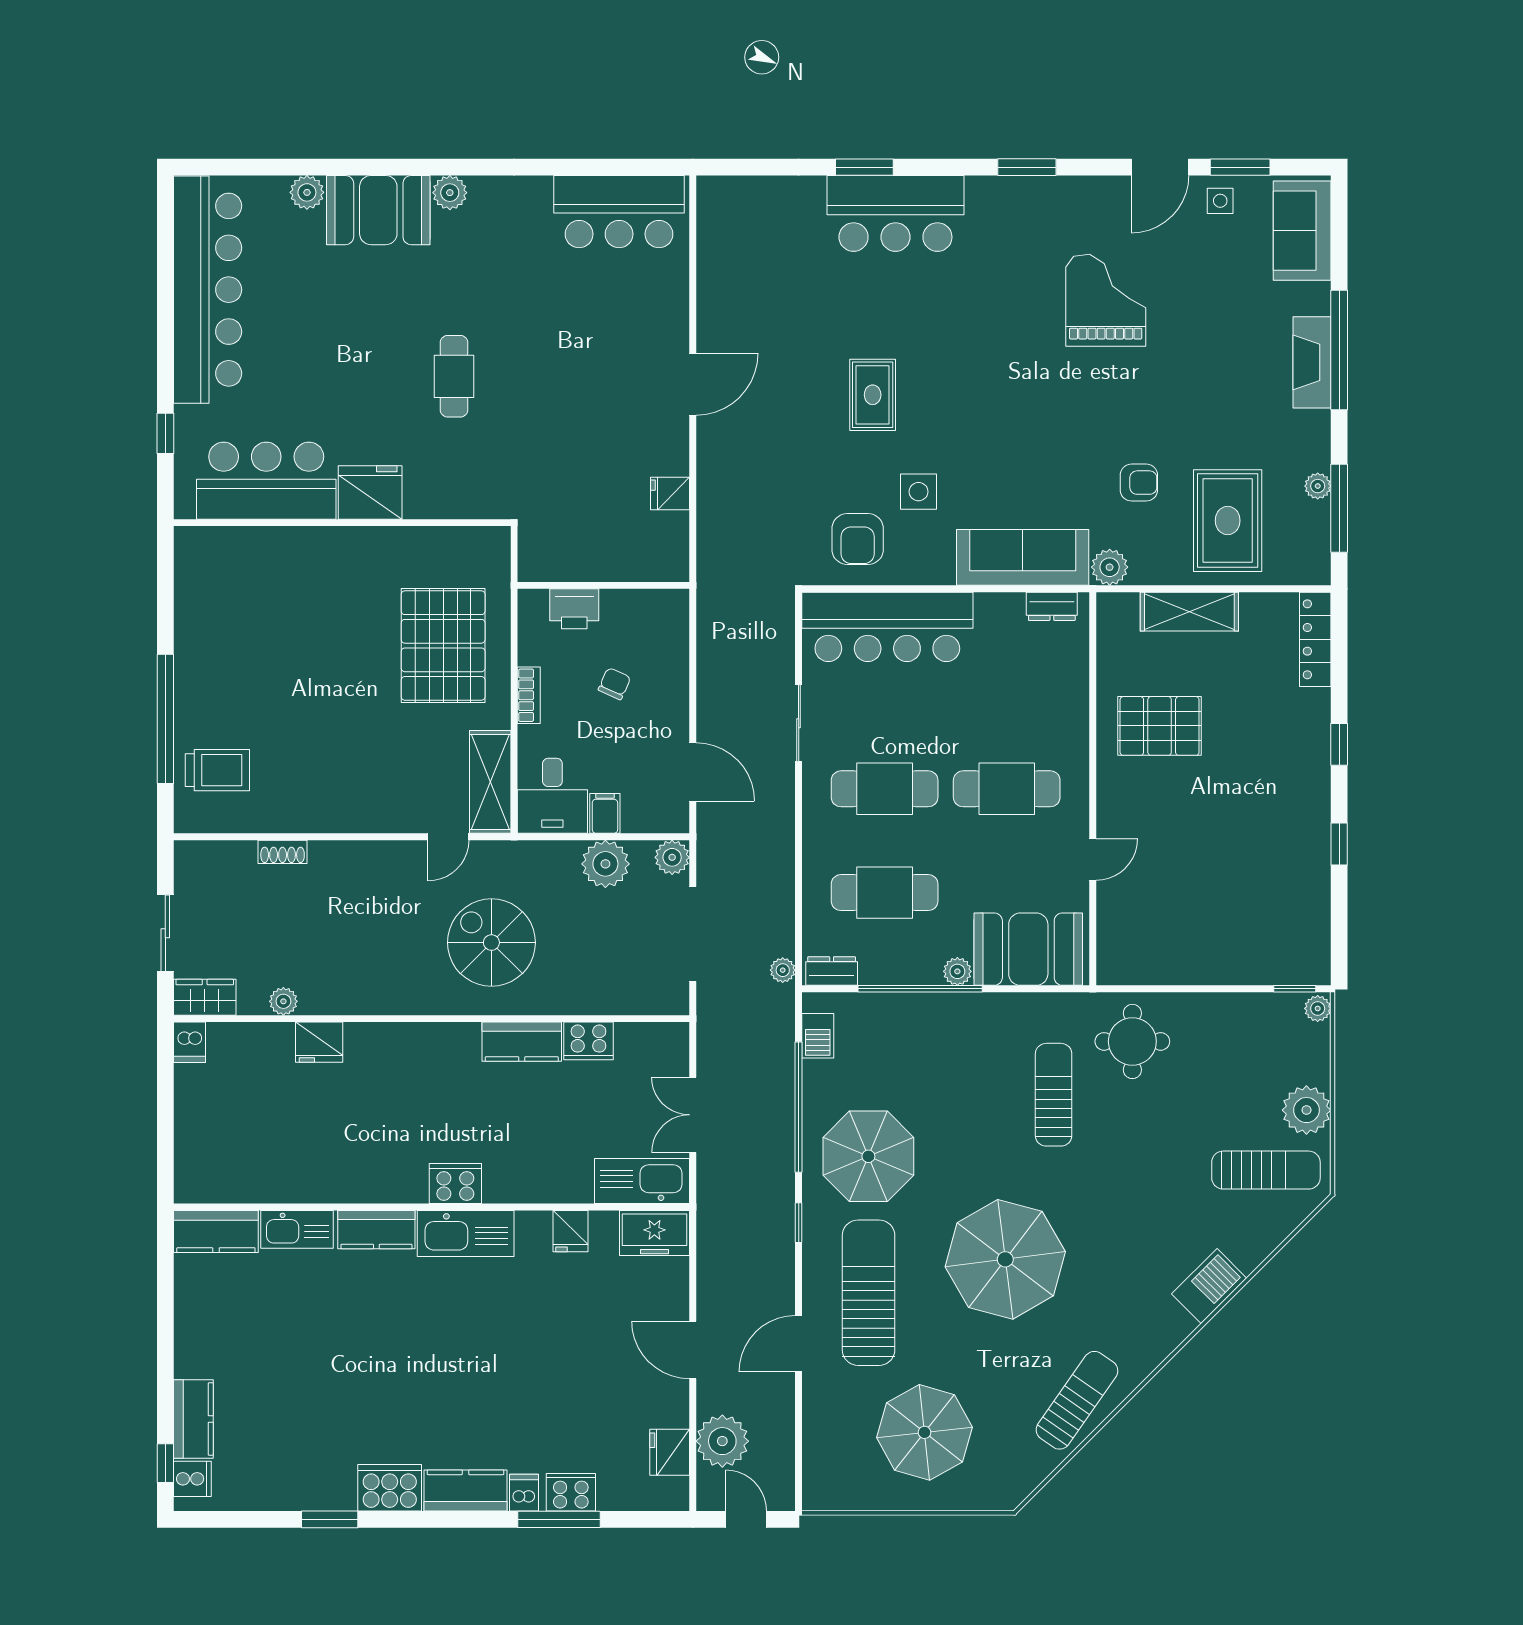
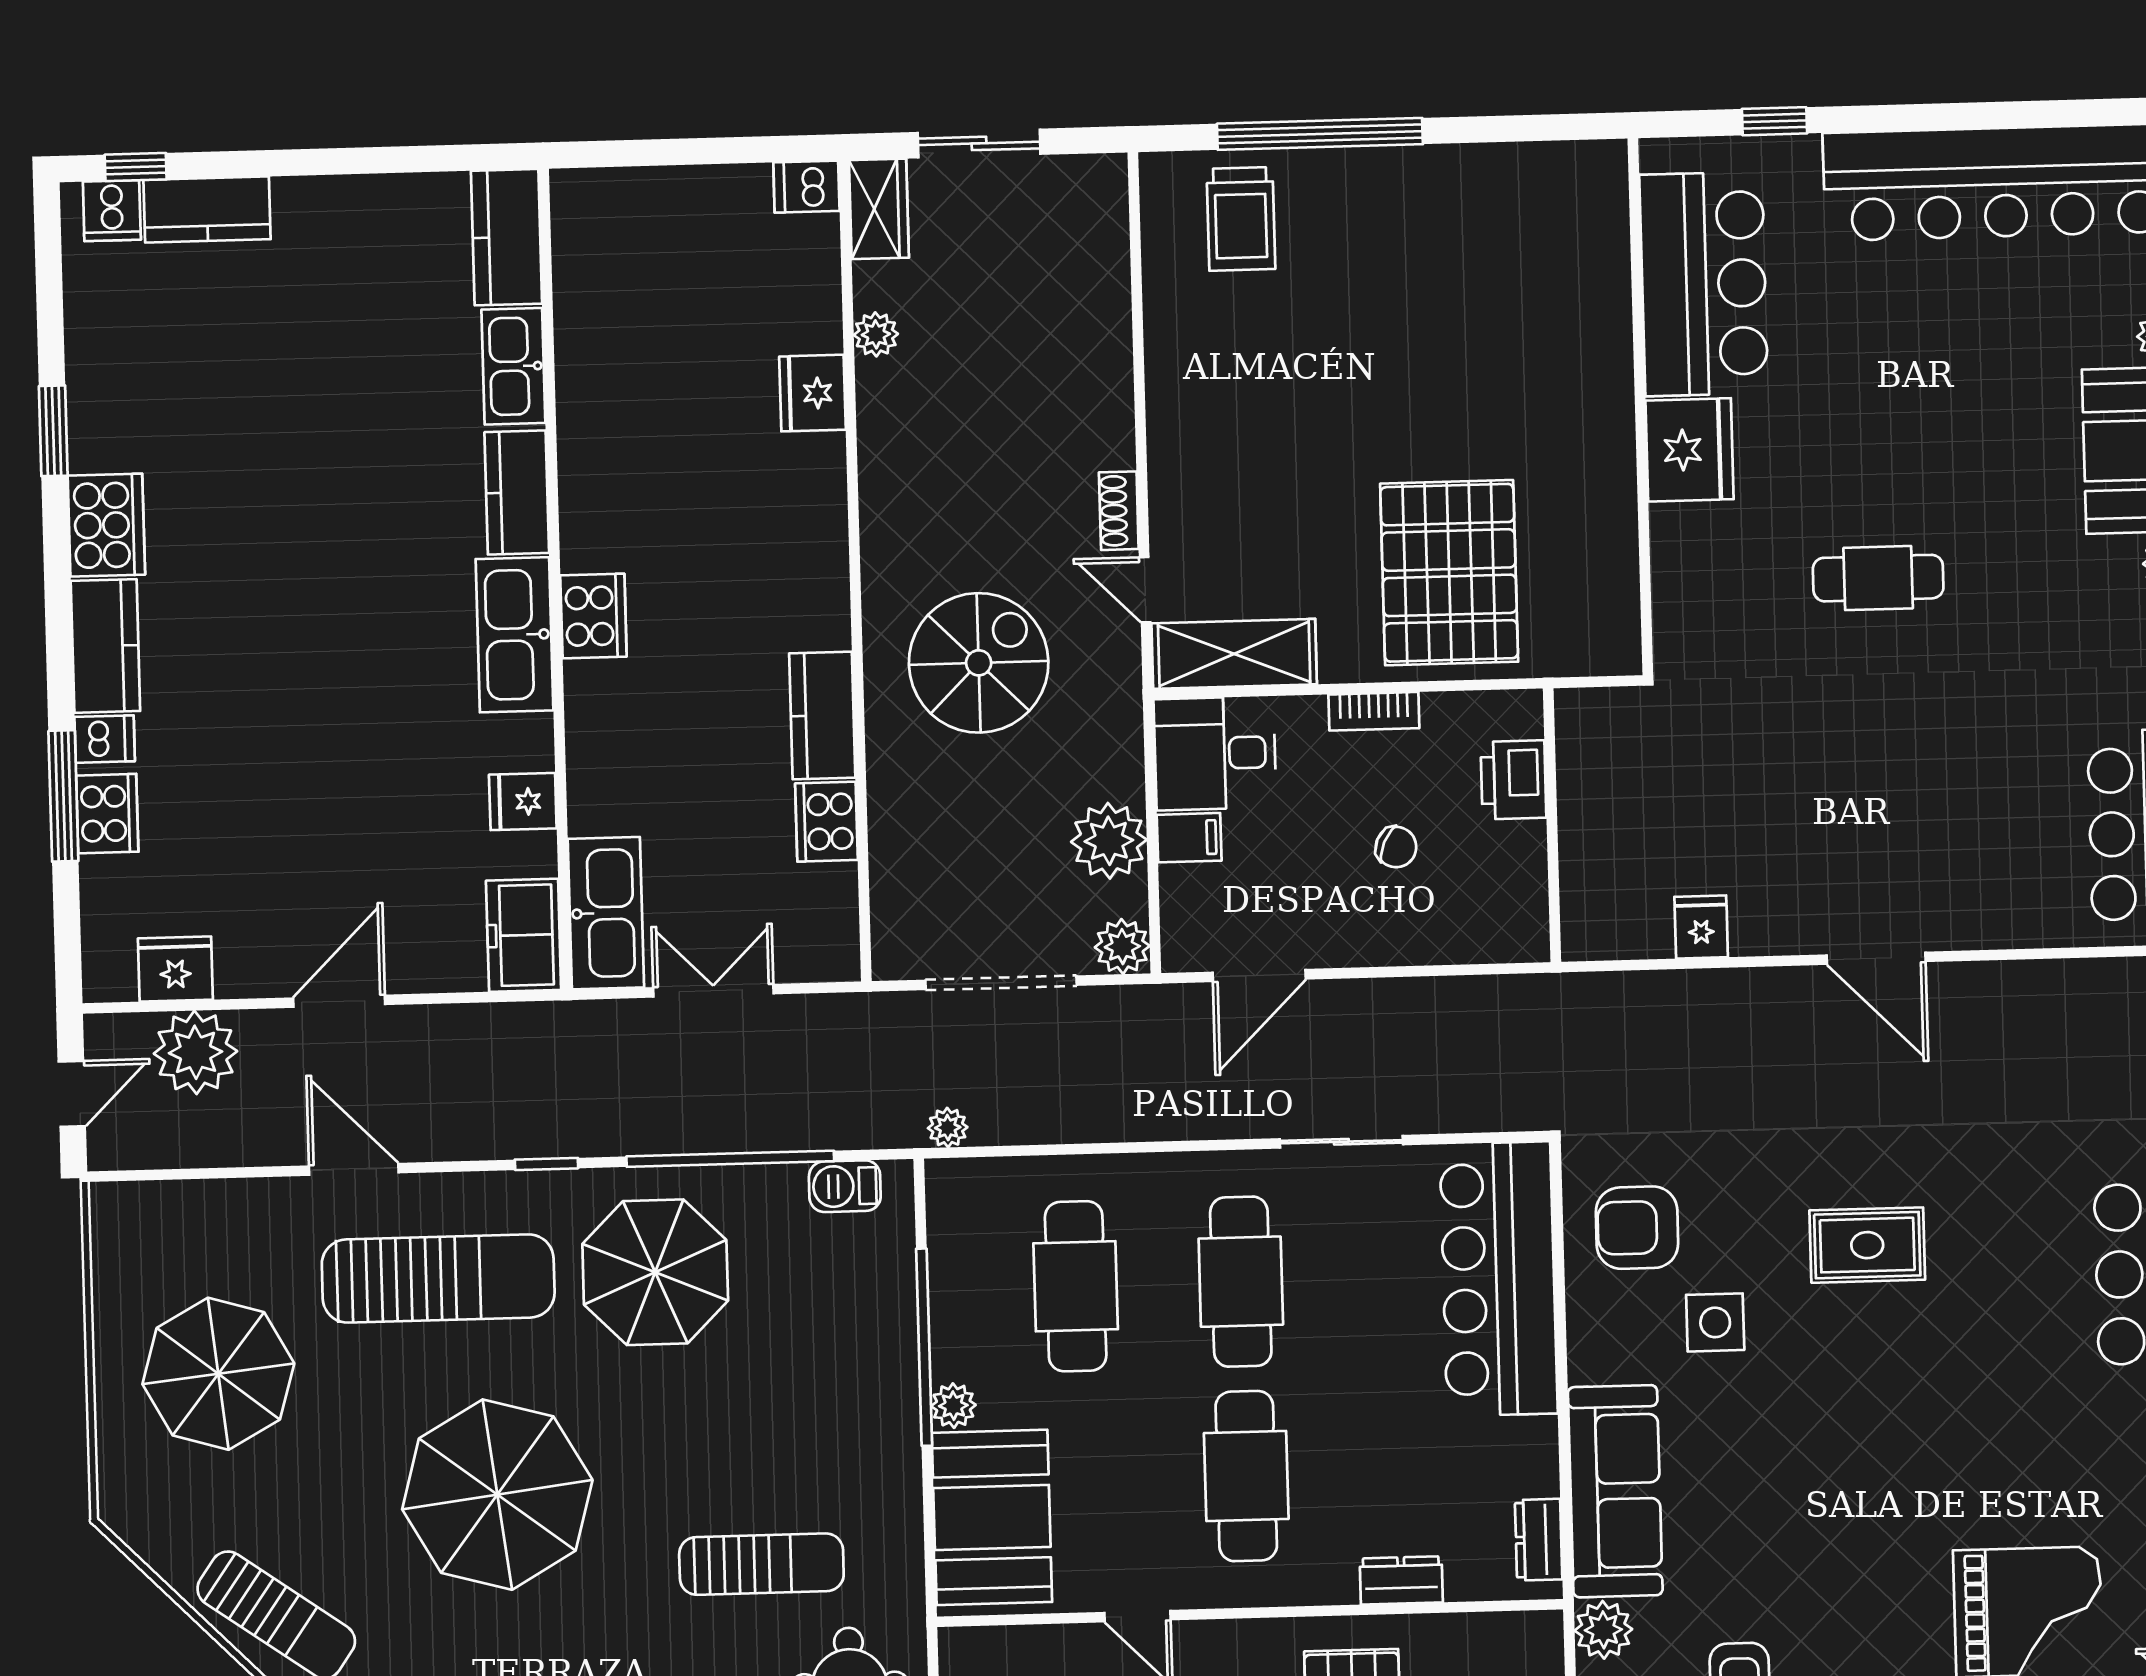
pallet: (443, 646) -> (1449, 573), turned 90
shoe rack: (283, 852) -> (1119, 511), moved
dresser: (832, 971) -> (1401, 1580), moved, turned -90

